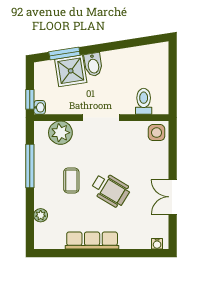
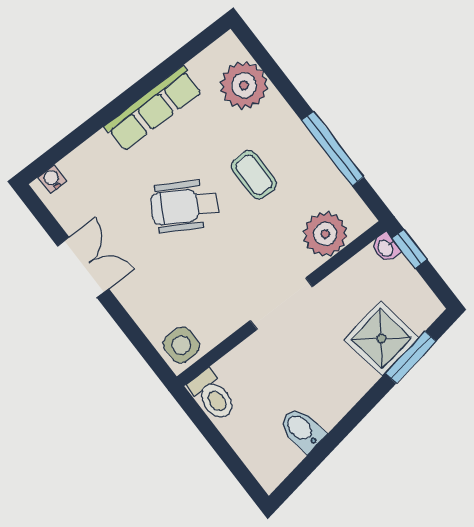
bidet: (93, 65) -> (302, 430), moved
toilet: (144, 101) -> (213, 395), moved
plant: (41, 215) -> (244, 85), width x1.87, depth x1.87

